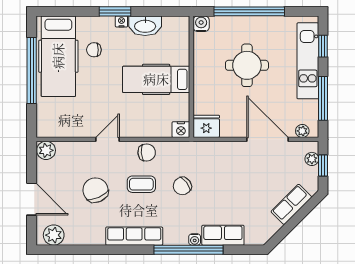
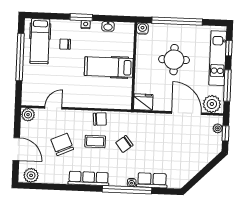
washbasin: (145, 26) -> (108, 26), width x0.52, depth x0.69
hospital bed: (58, 56) -> (40, 41), width x0.73, depth x0.78
nightstand: (181, 130) -> (125, 104), removed
plant: (302, 131) -> (212, 104), width x1.87, depth x1.87
door: (108, 139) -> (53, 108), moved
row of seats: (291, 204) -> (202, 160), removed

